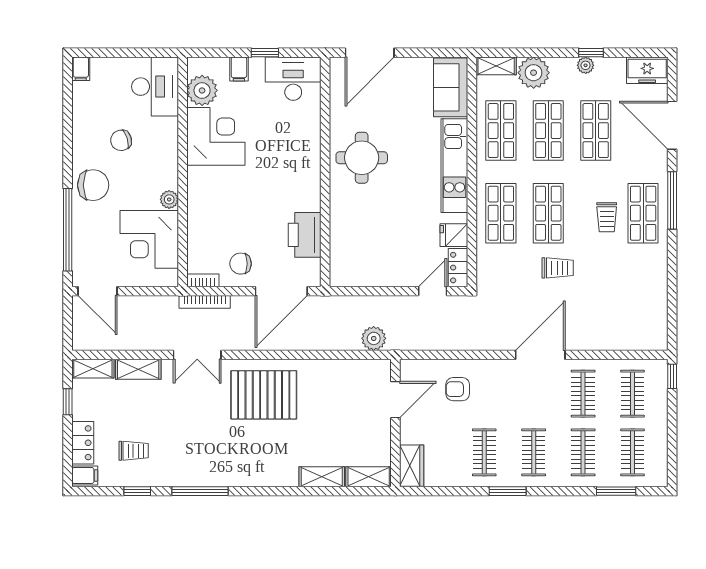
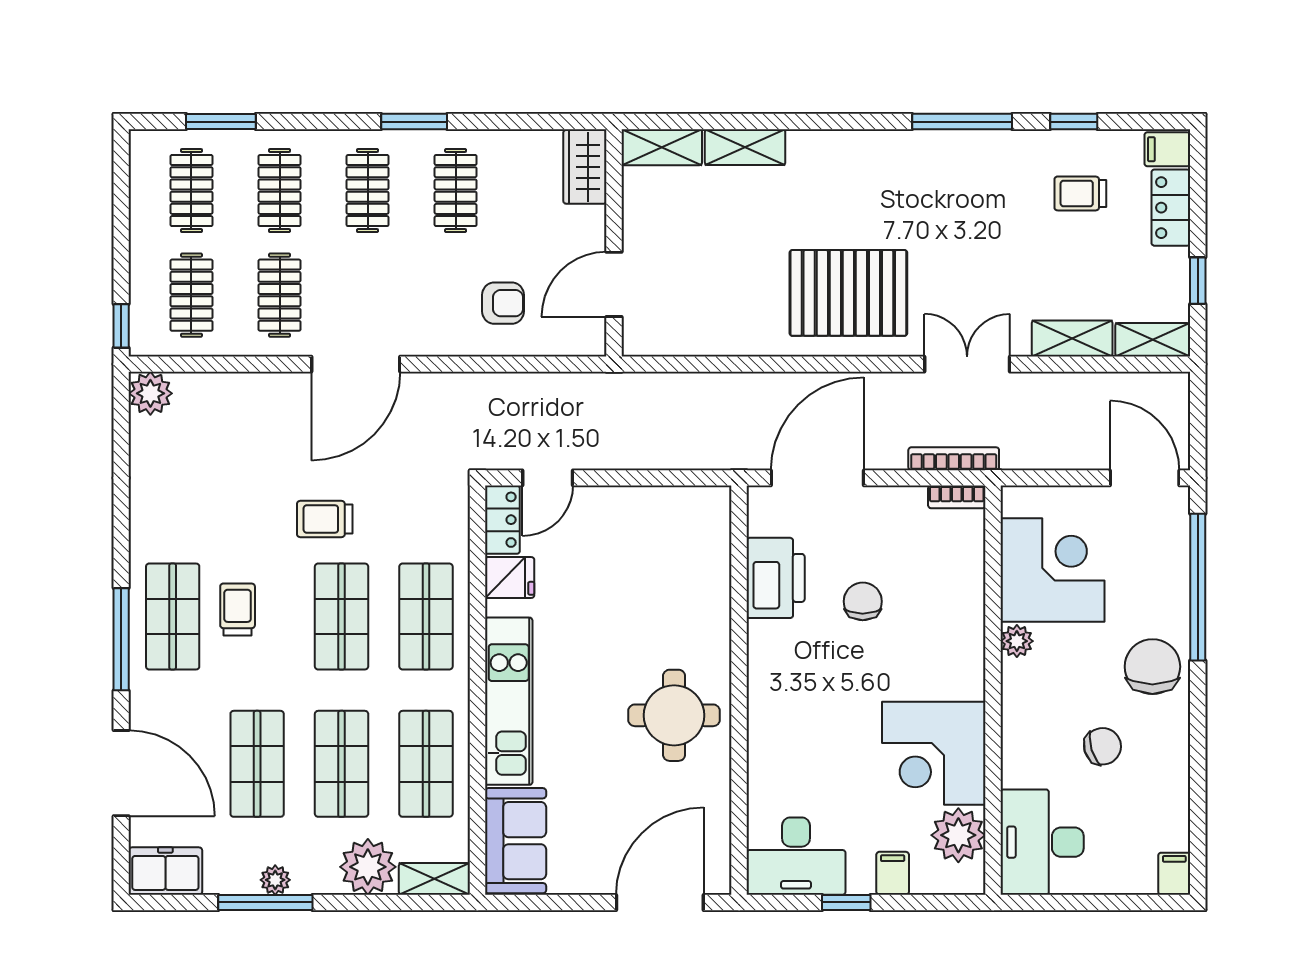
window: (591, 53) -> (265, 902), width x2.17
chair: (93, 185) -> (1152, 667), turned 90
chair: (241, 264) -> (863, 601), moved, turned -90
plant: (374, 338) -> (150, 393), moved

